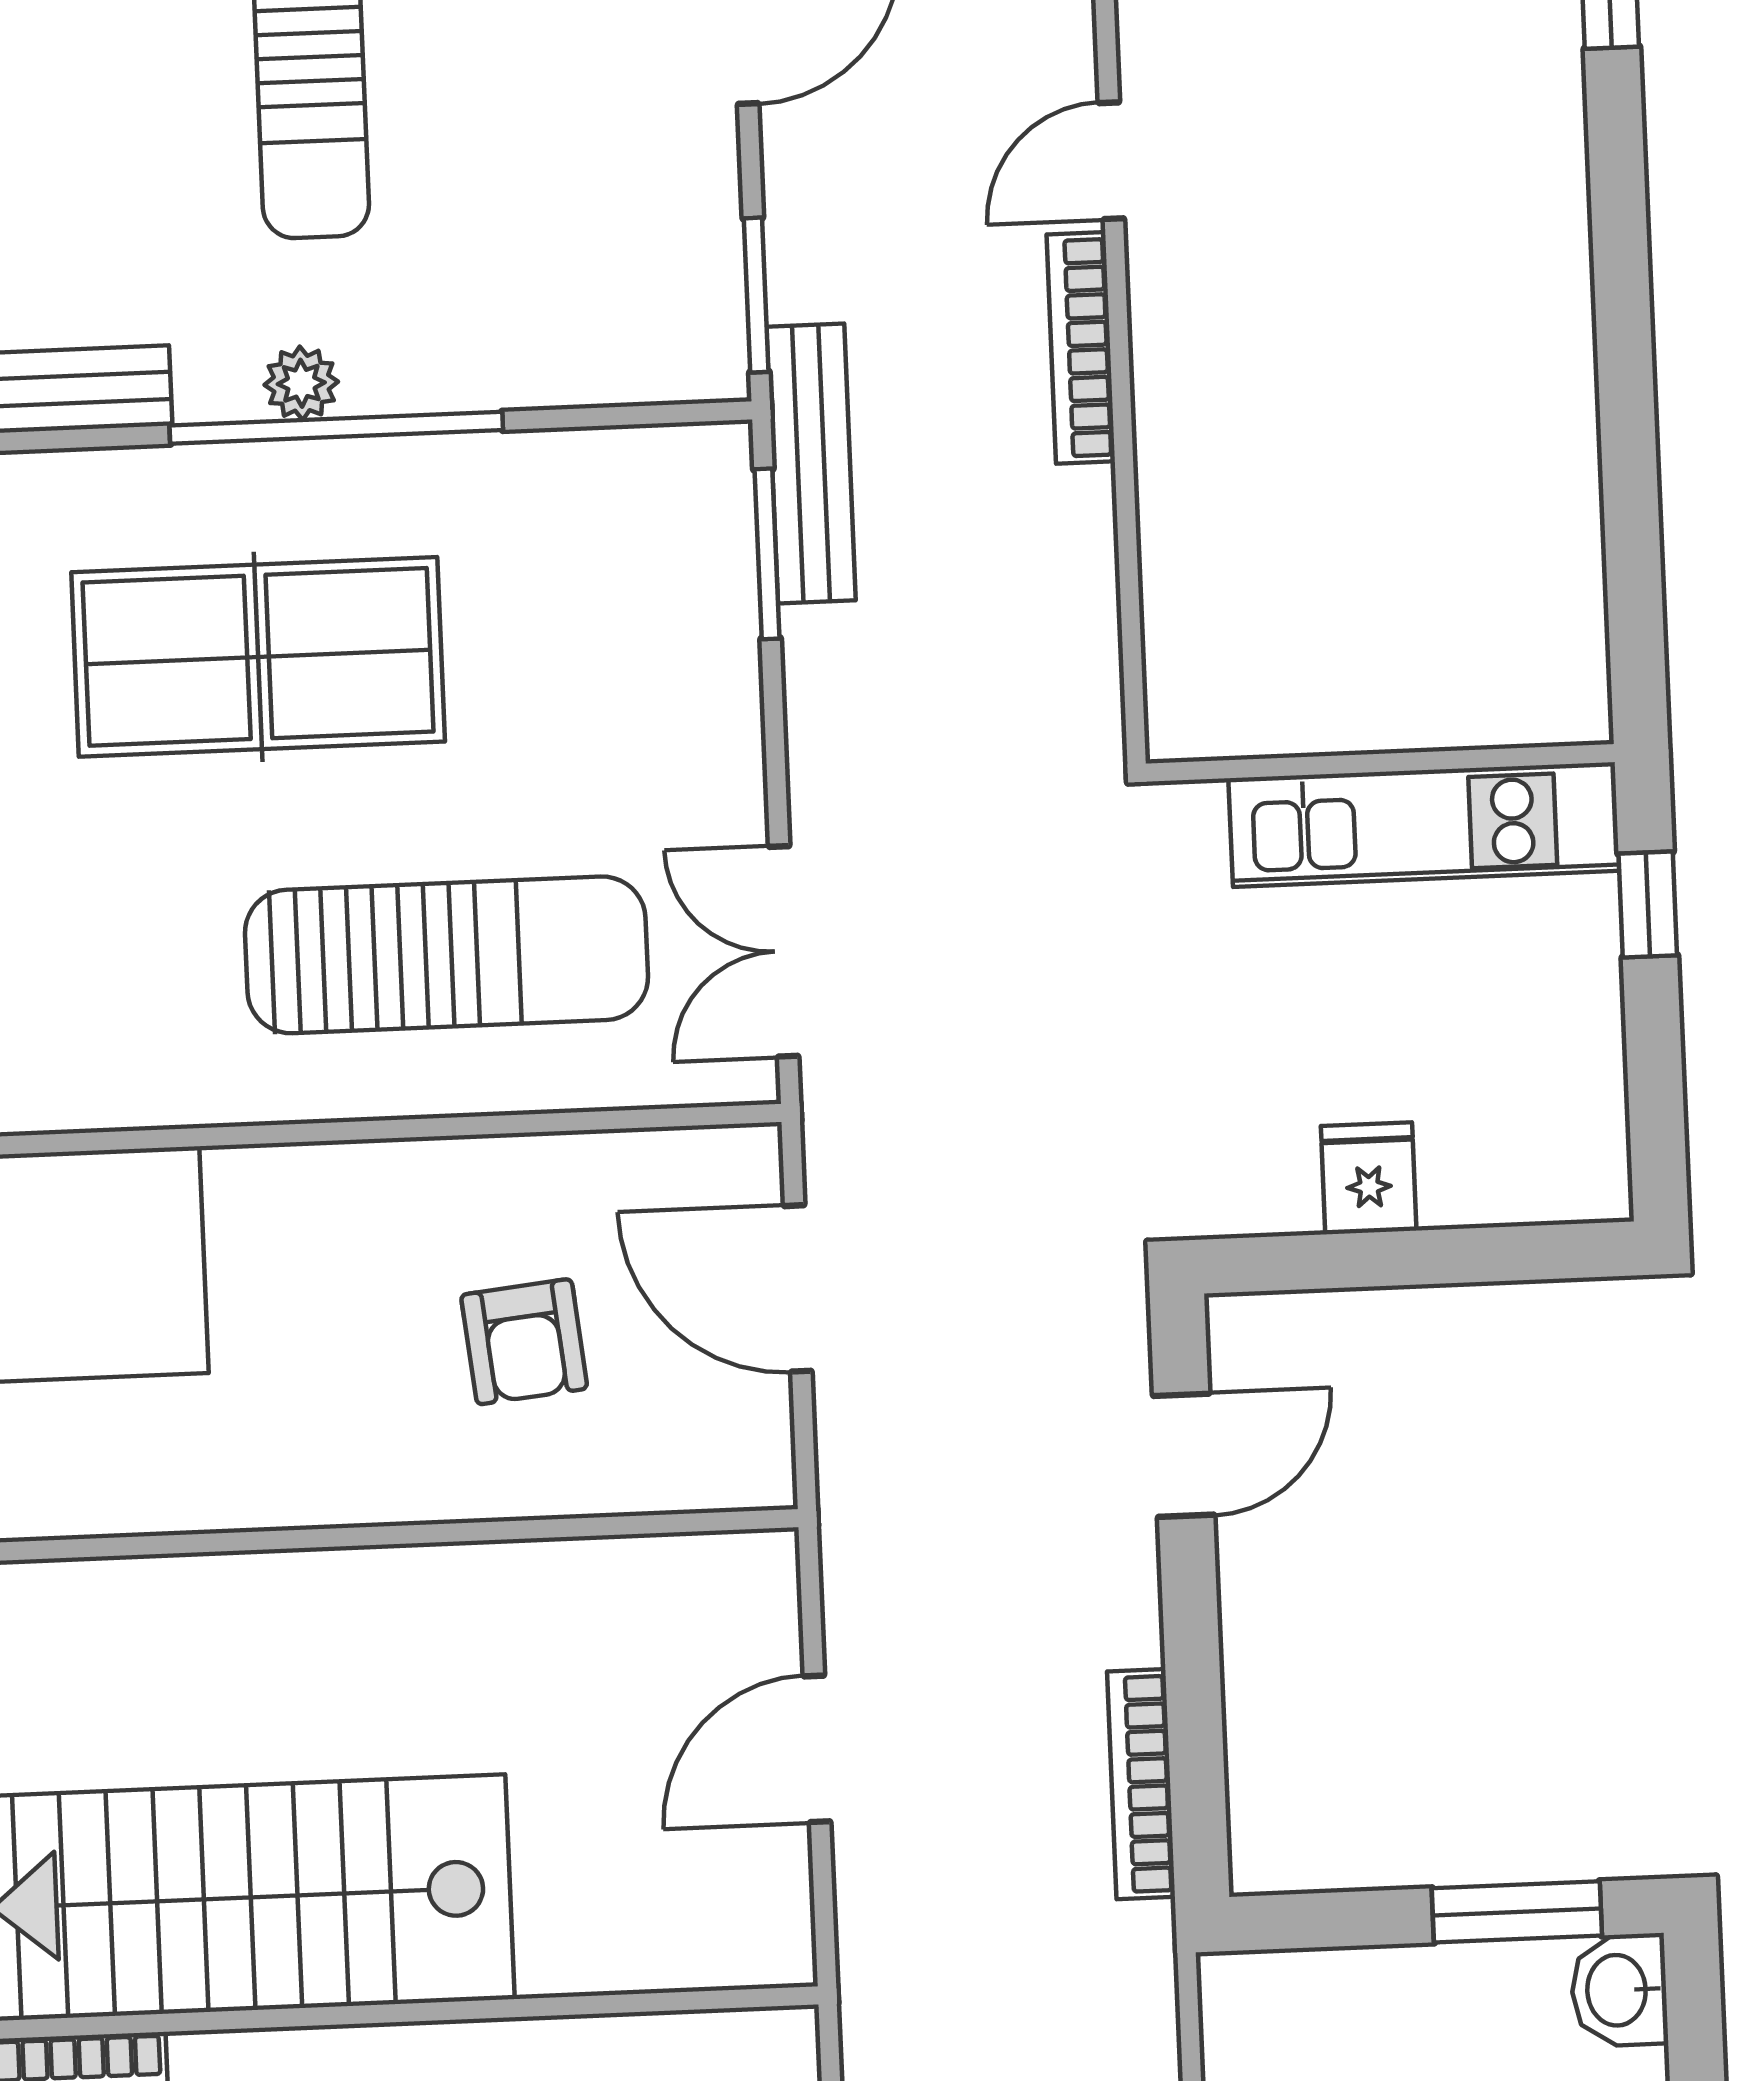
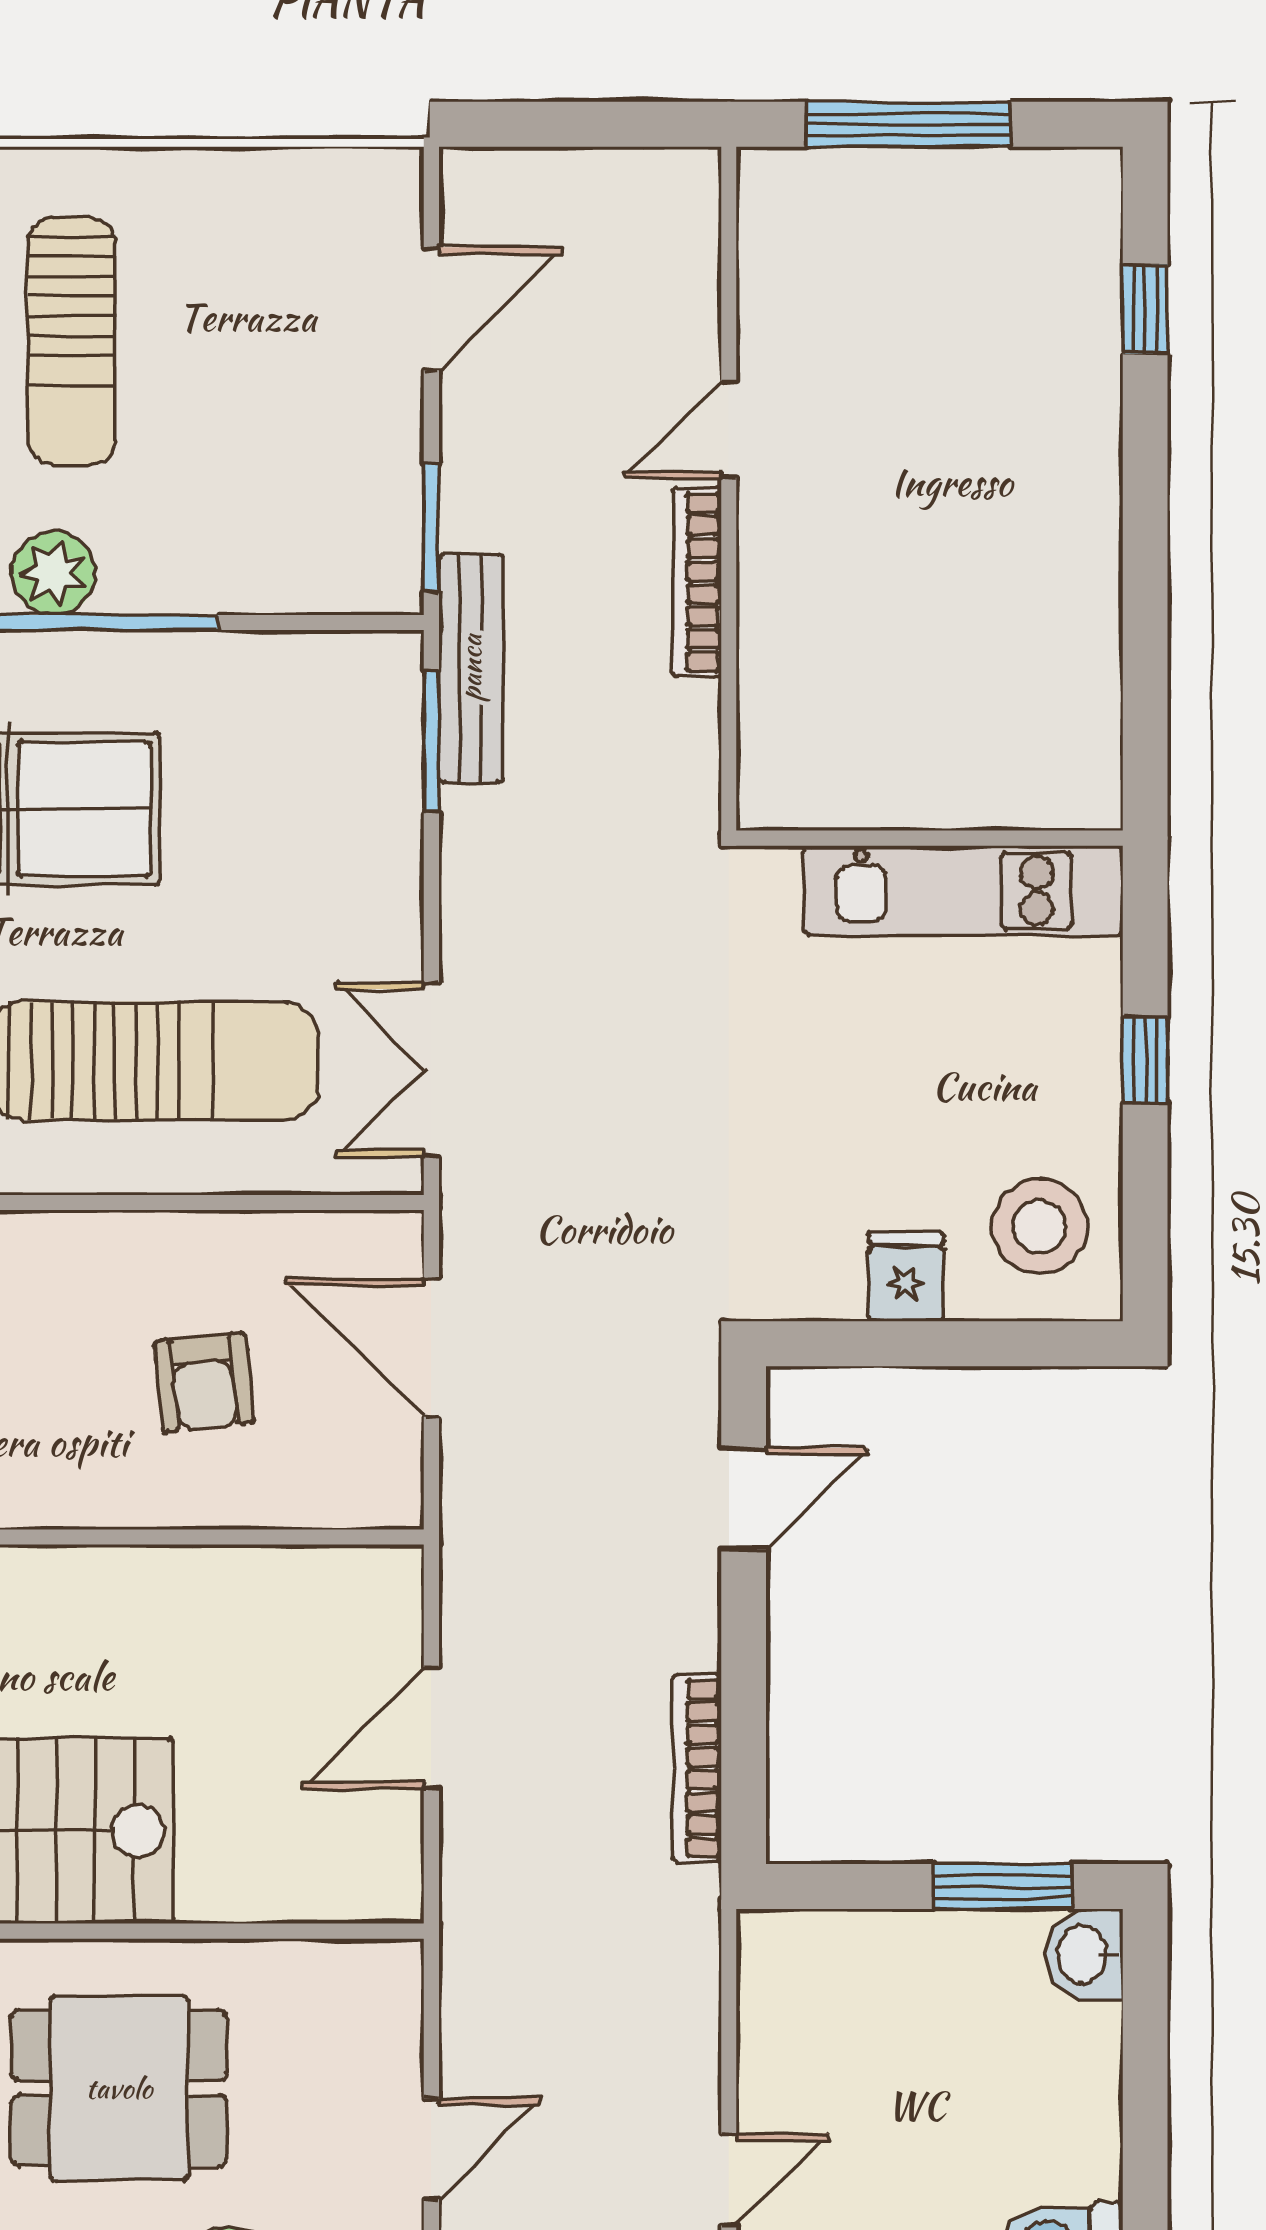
plant: (301, 383) -> (53, 573), width x1.38, depth x1.38
wall: (1380, 763) -> (930, 838), moved
kitchen unit: (1424, 825) -> (963, 890), moved
stool: (1528, 1111) -> (1040, 1226), added

